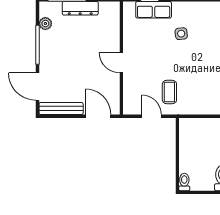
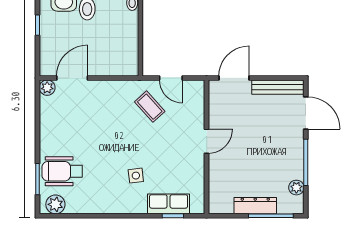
door: (121, 63) -> (207, 141), hinge flipped
coffee table: (169, 92) -> (150, 107), turned -42
door: (98, 116) -> (234, 78), swing flipped

